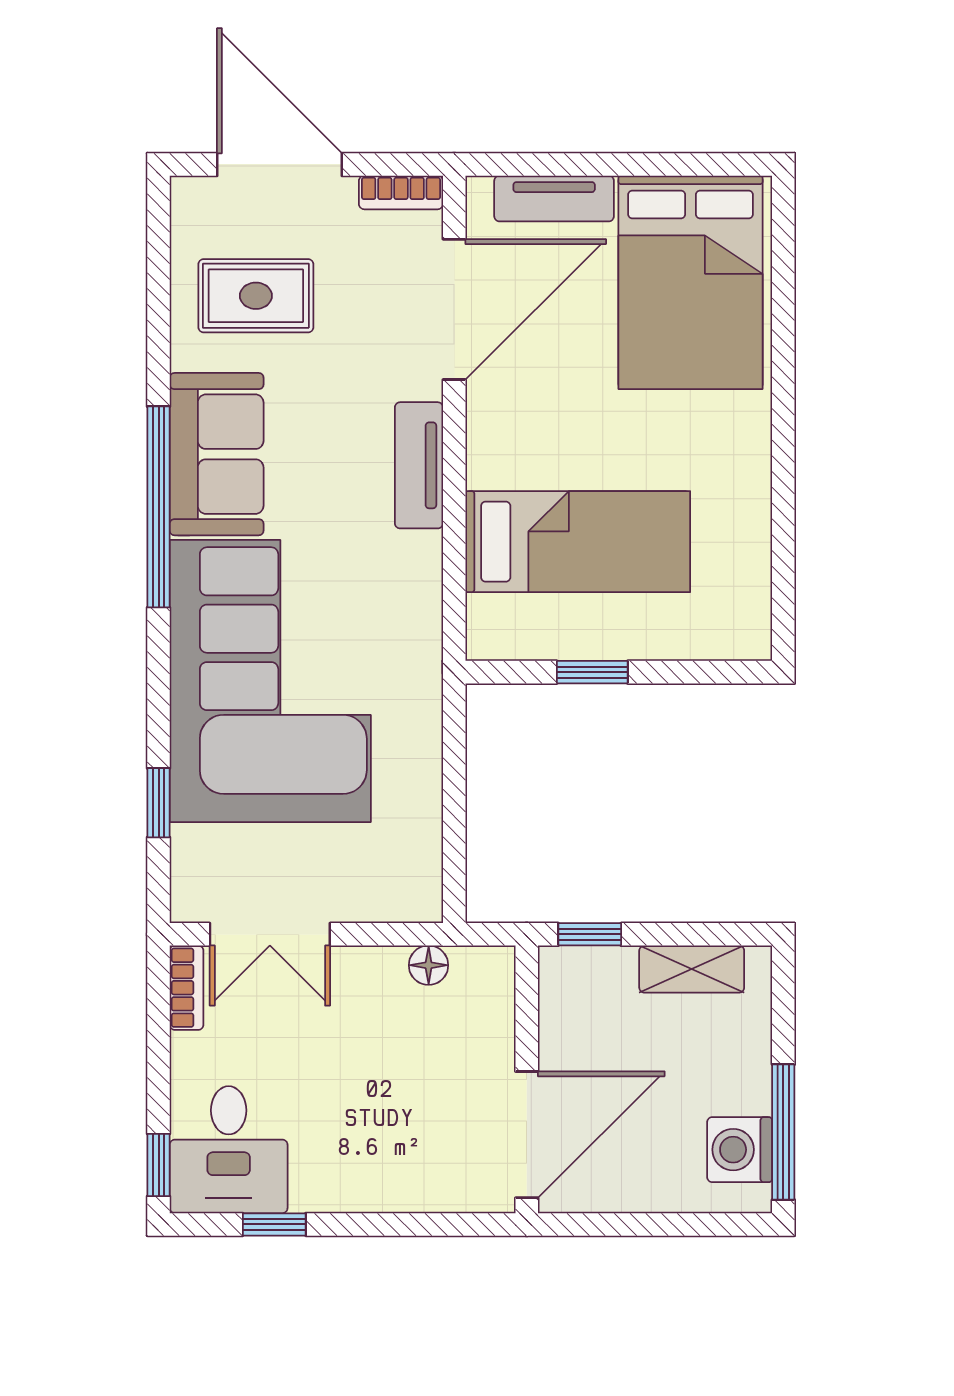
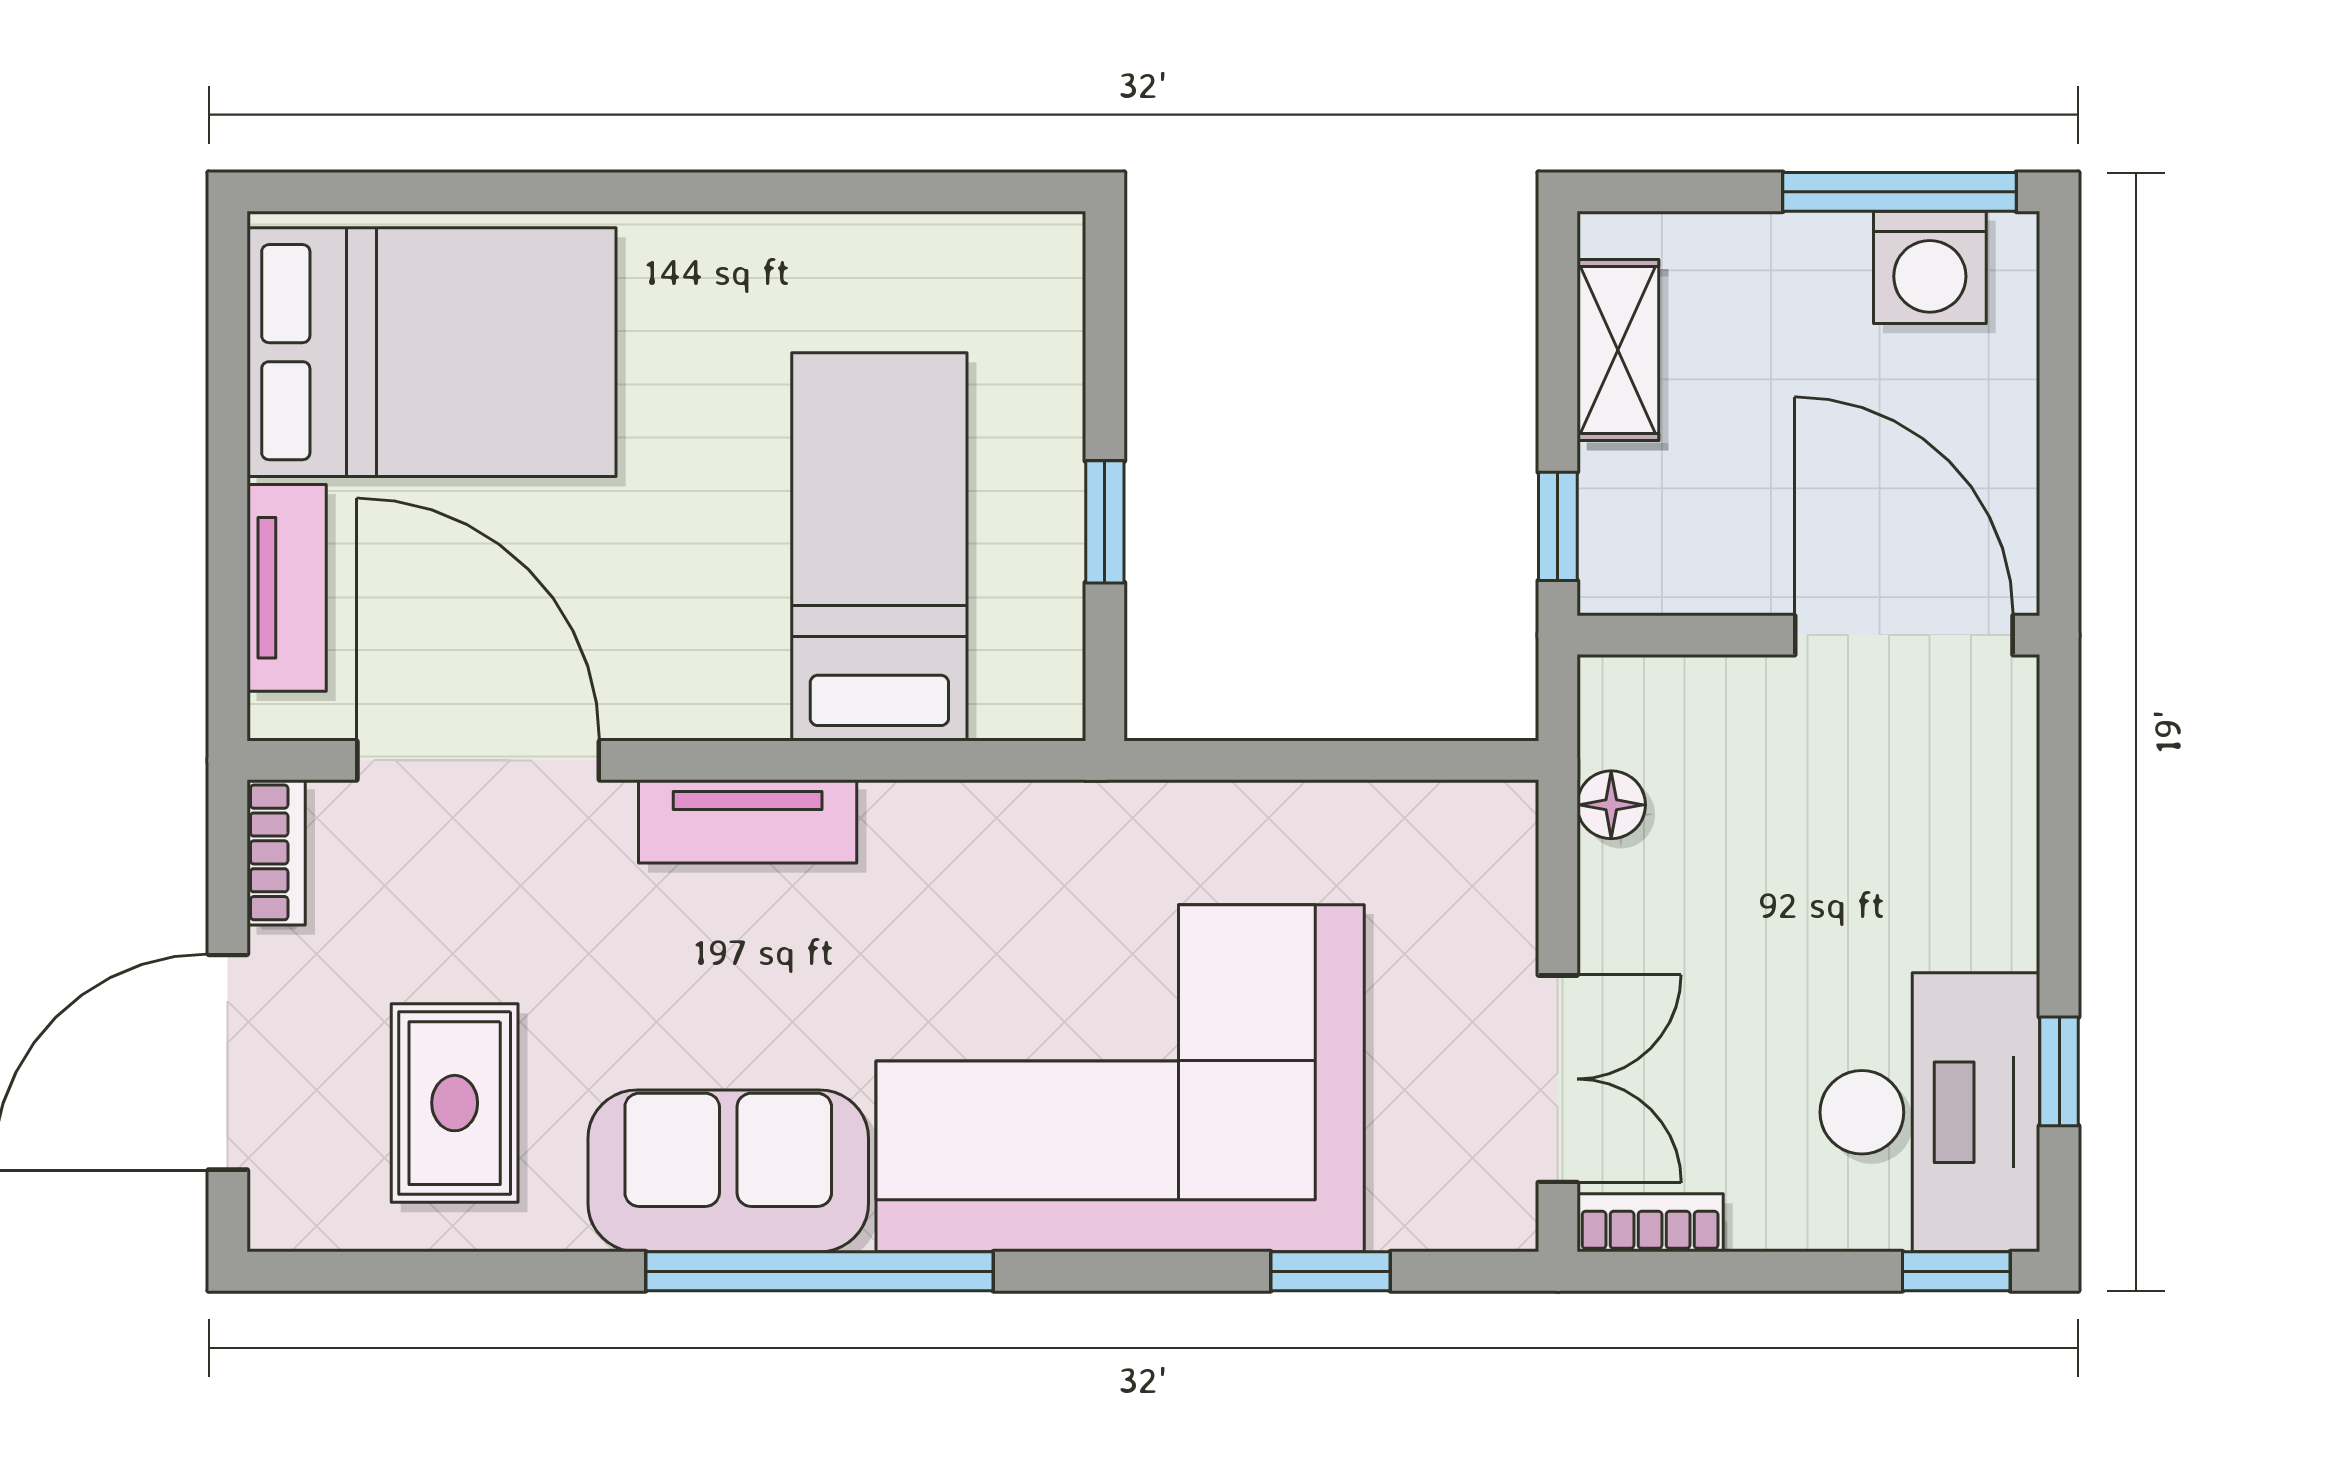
desk: (229, 1150) -> (1930, 1112), width x1.37

